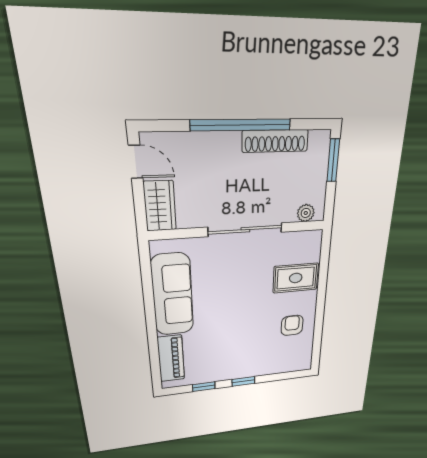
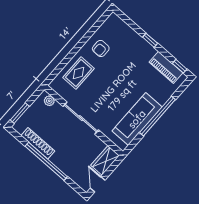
rug: (296, 278) -> (79, 73), turned 90
window: (151, 321) -> (158, 116), added
piano: (171, 358) -> (166, 67), moved, turned -90
window: (204, 387) -> (180, 66), moved

